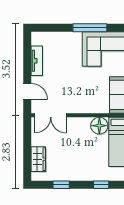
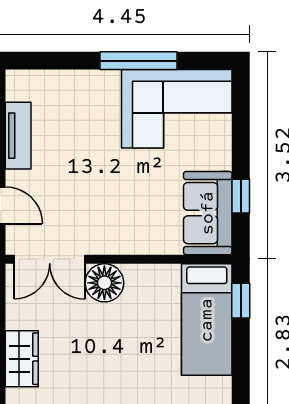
floor lamp: (99, 126) -> (104, 283), moved

